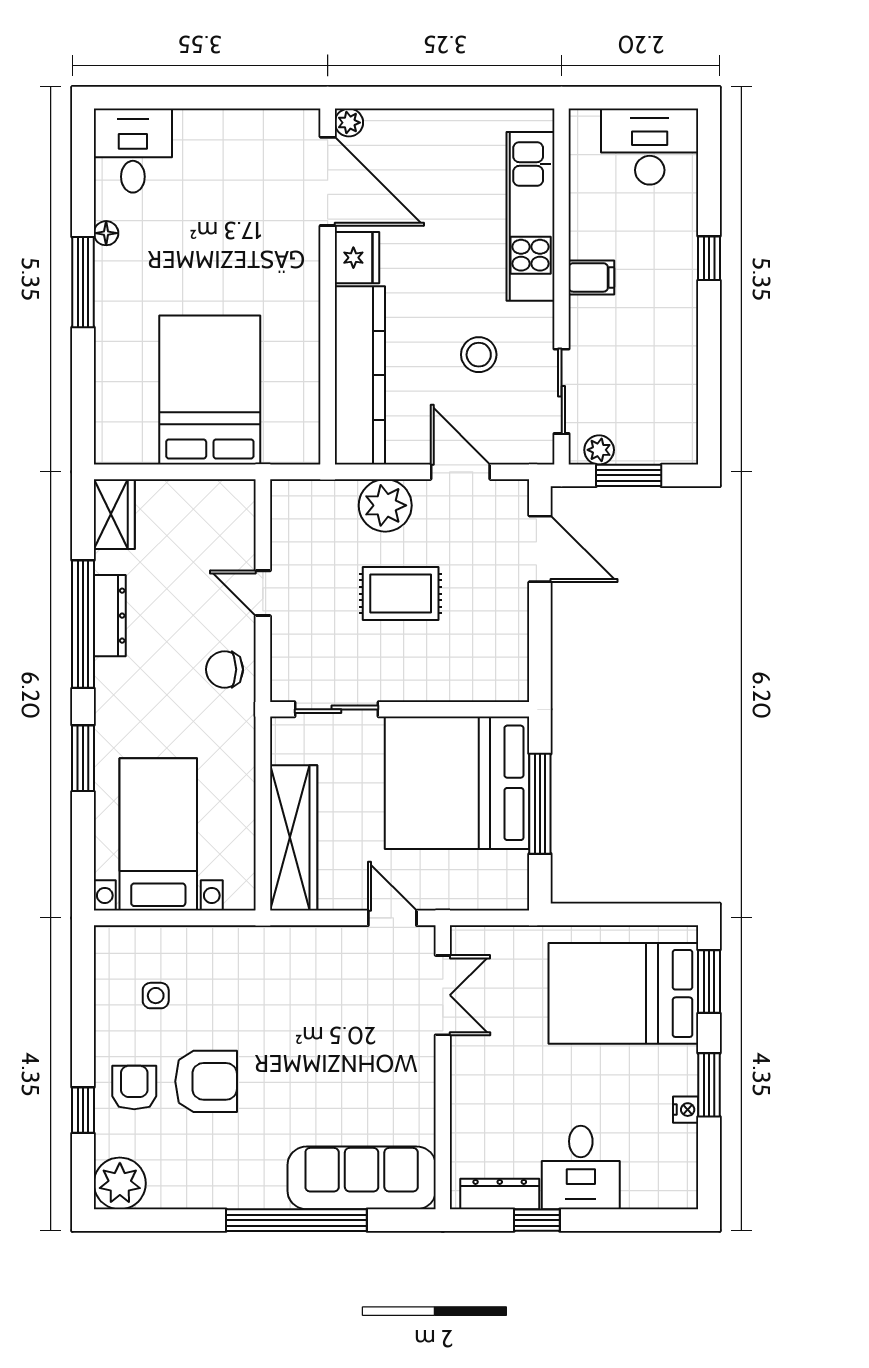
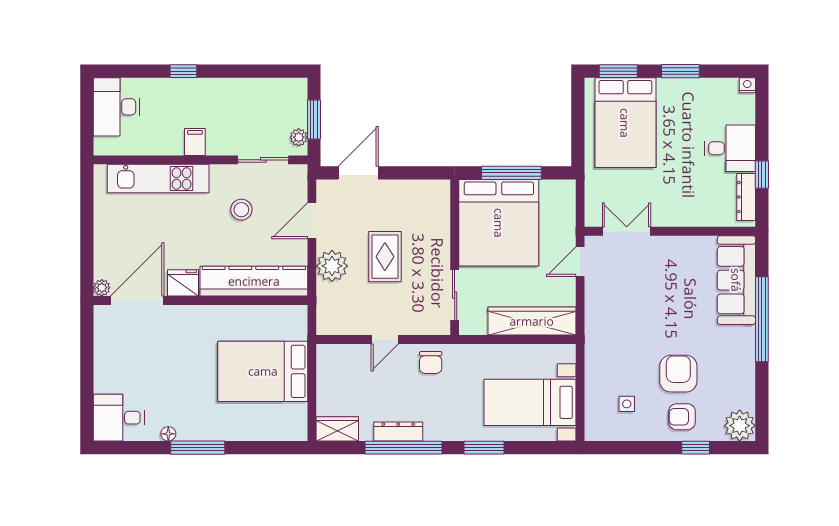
nightstand: (686, 1110) -> (747, 85), moved

